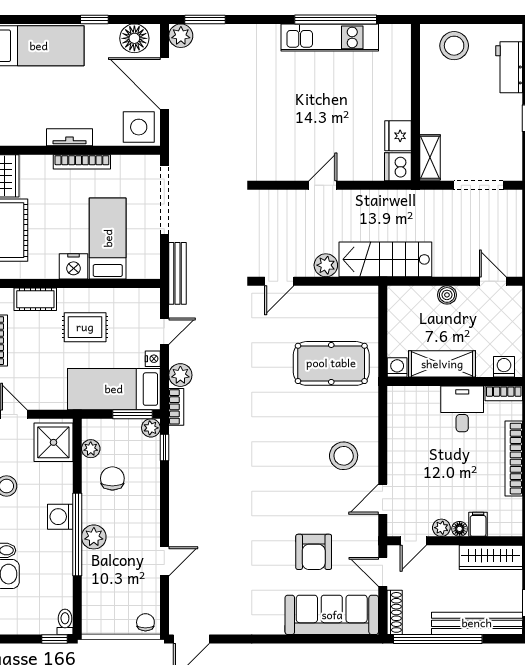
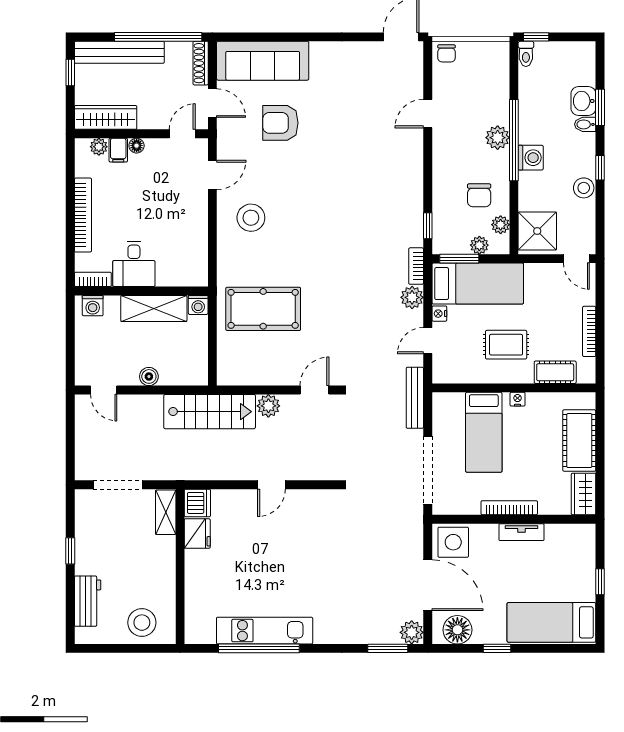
nightstand: (73, 266) -> (518, 399), width x0.53, depth x0.56
plant: (151, 428) -> (479, 245), moved
plant: (441, 528) -> (99, 147), moved
armchair: (314, 552) -> (280, 123), turned -90

